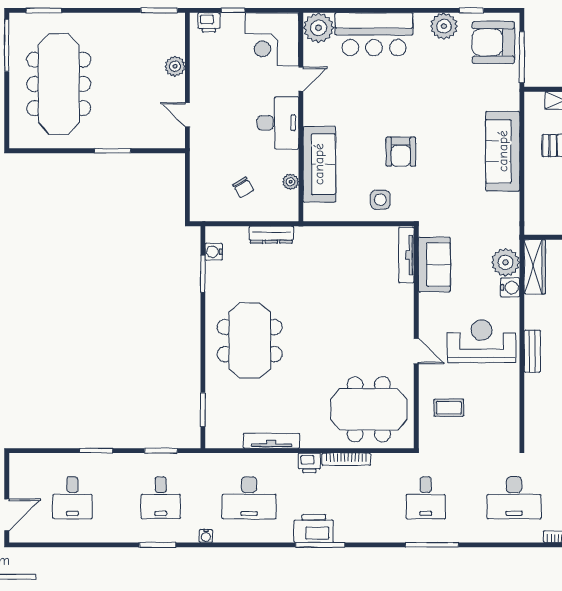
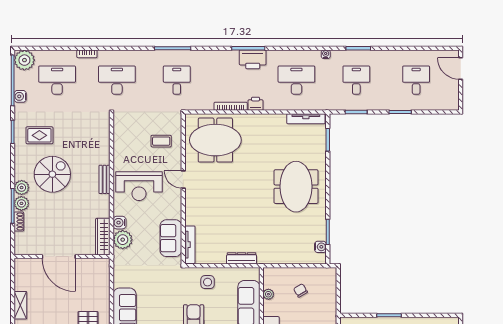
dresser: (271, 235) -> (242, 258), moved
tv unit: (271, 441) -> (306, 119), moved
door: (7, 515) -> (461, 69), hinge flipped

